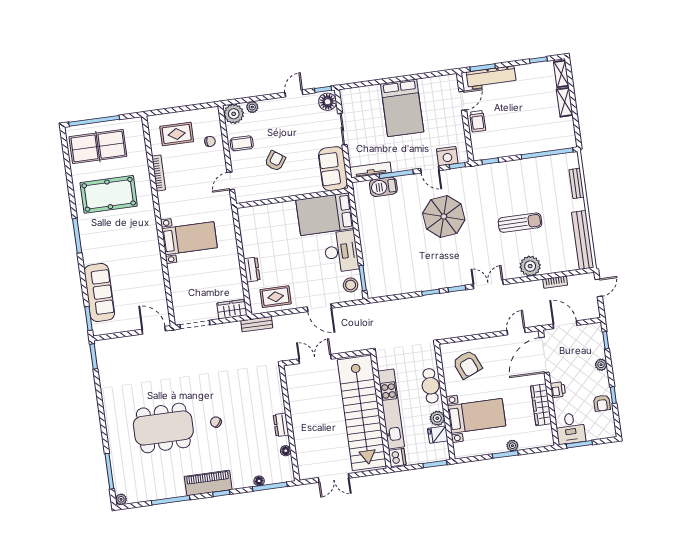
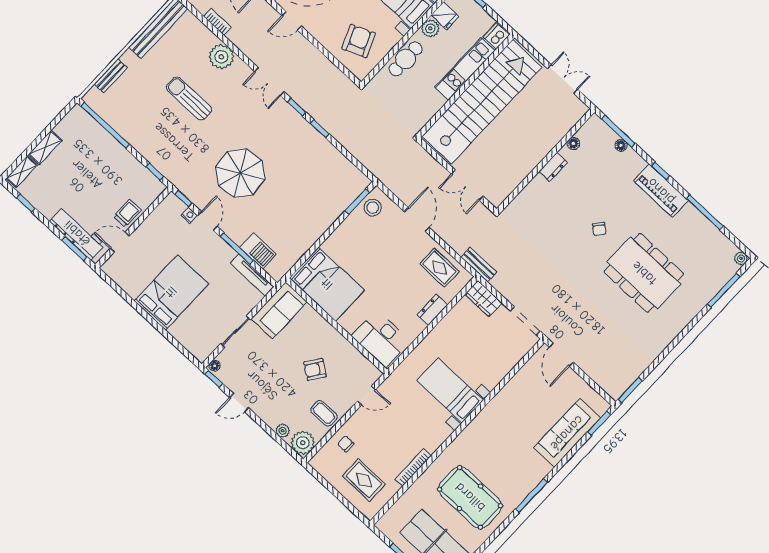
floor lamp: (328, 102) -> (215, 366), width x0.53, depth x0.53
nightstand: (447, 156) -> (189, 215), width x0.53, depth x0.56
desk: (341, 251) -> (381, 339), moved, turned -90
kitchen unit: (391, 409) -> (465, 69), width x0.73

